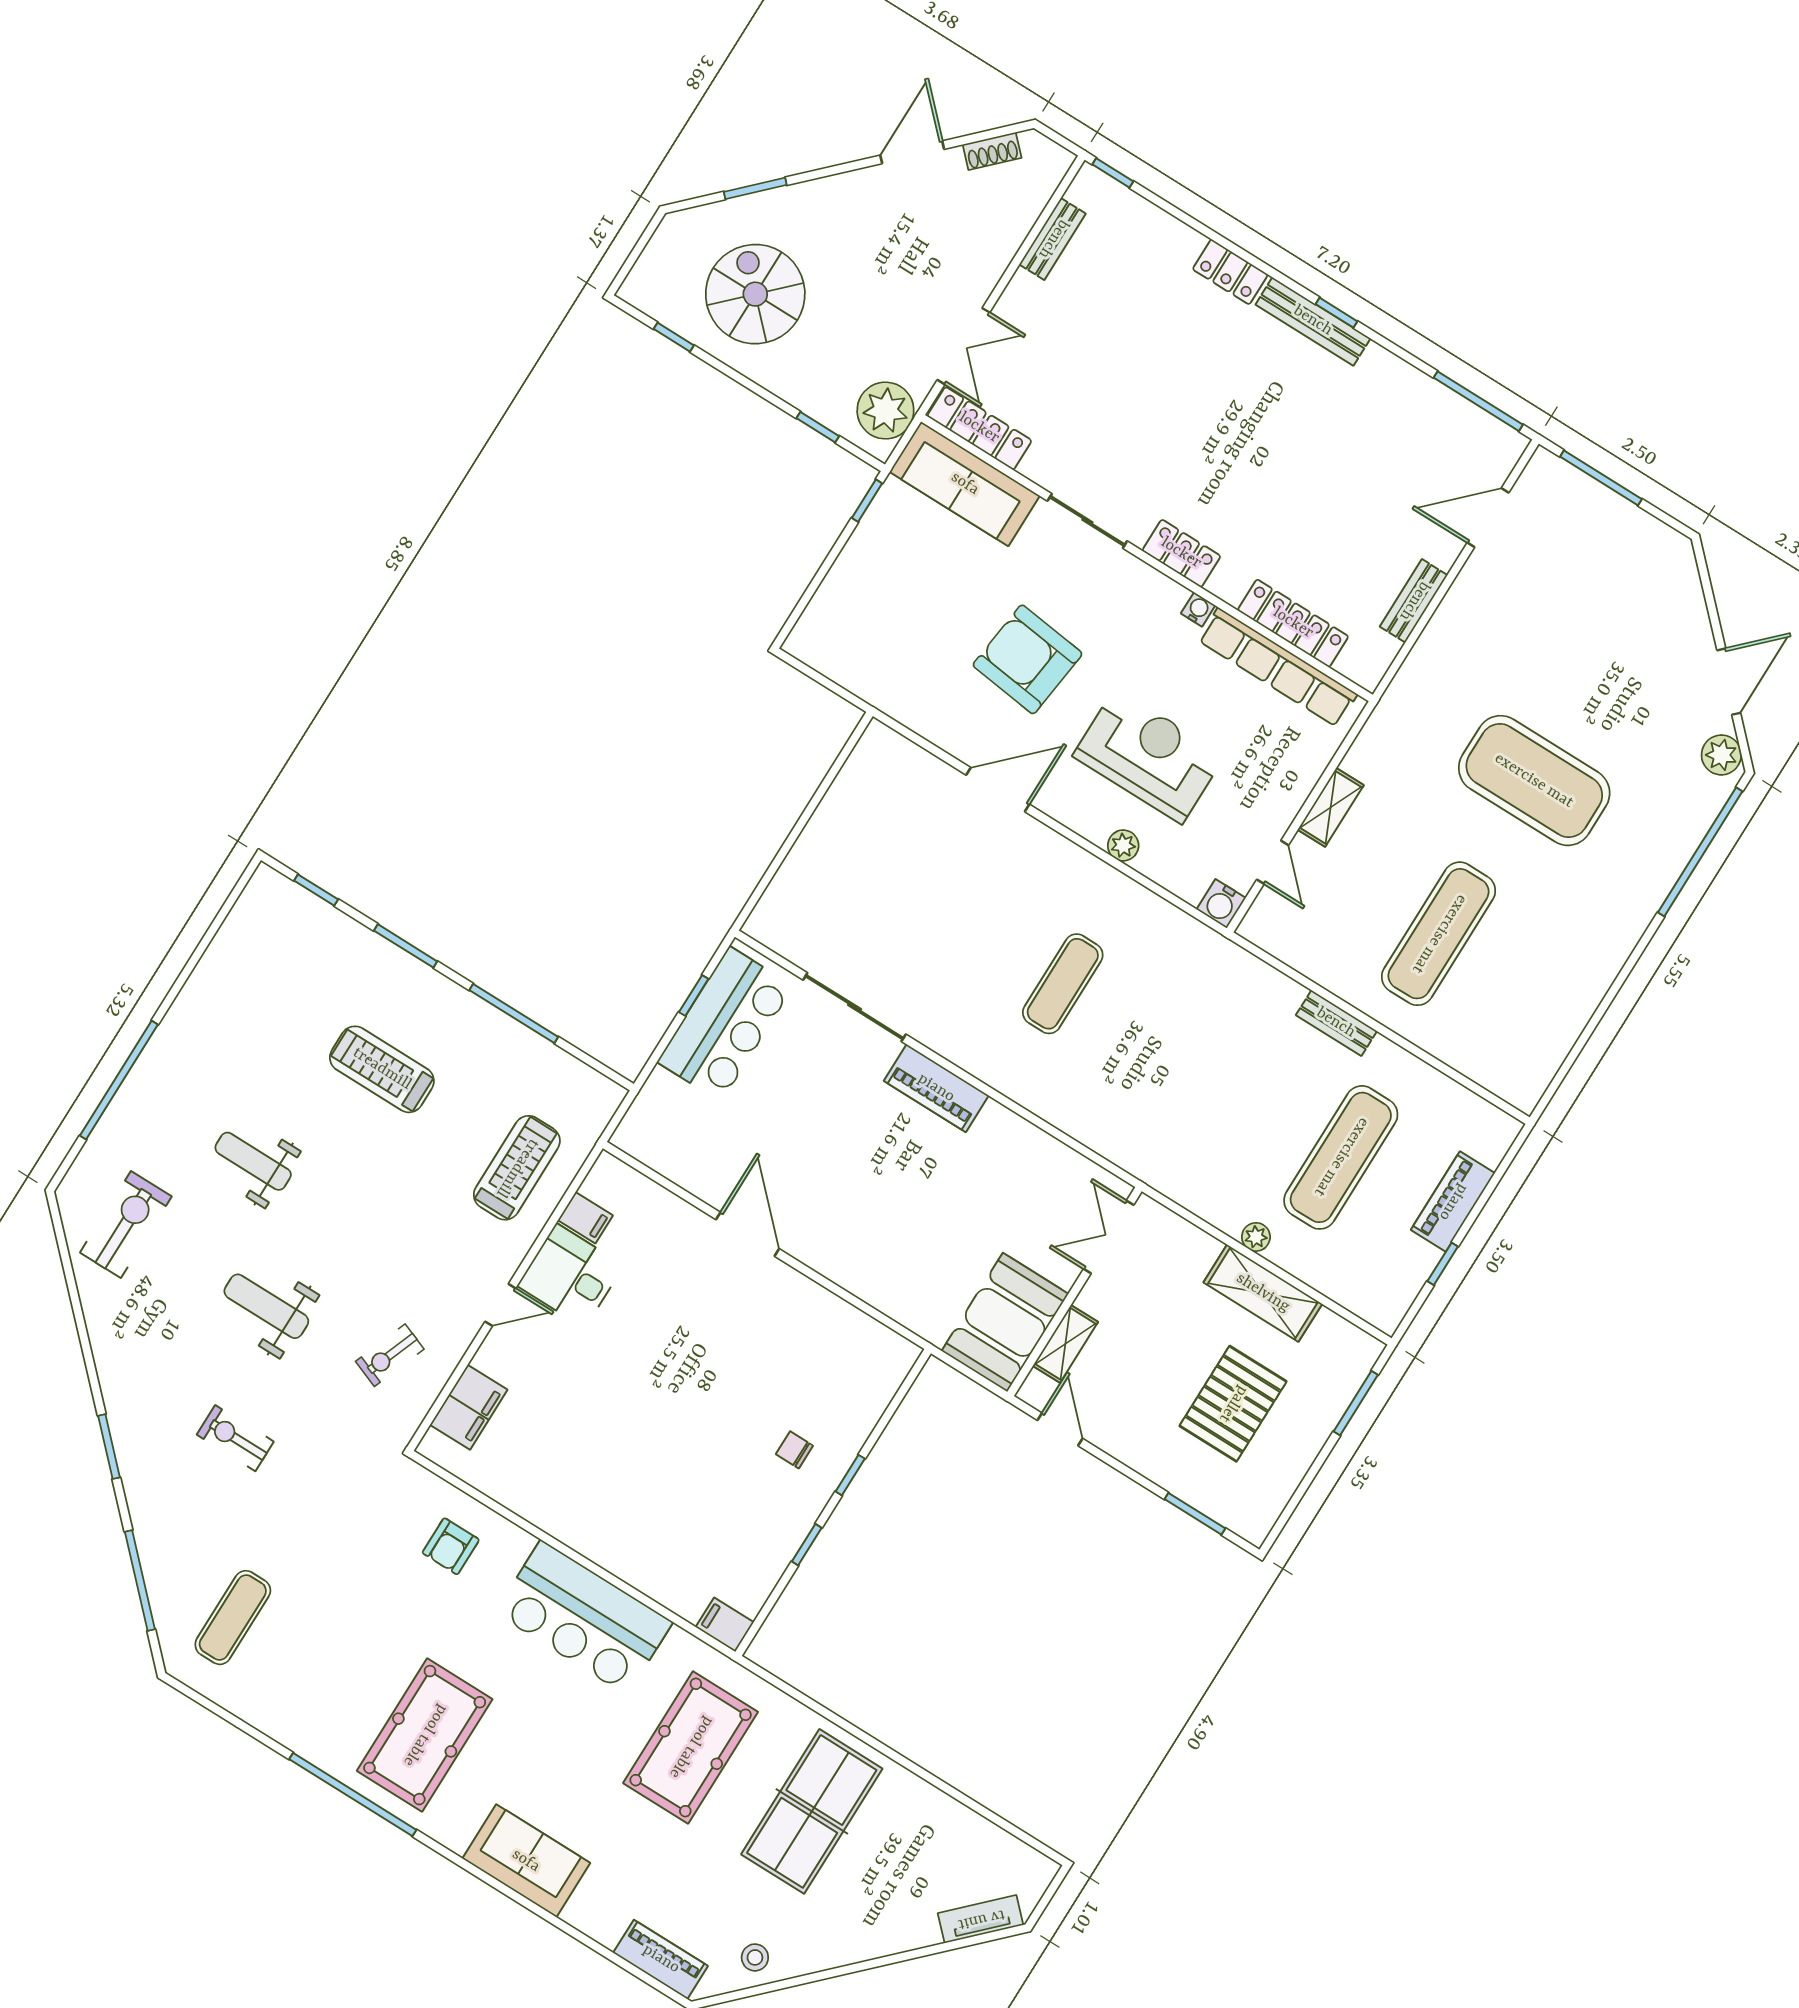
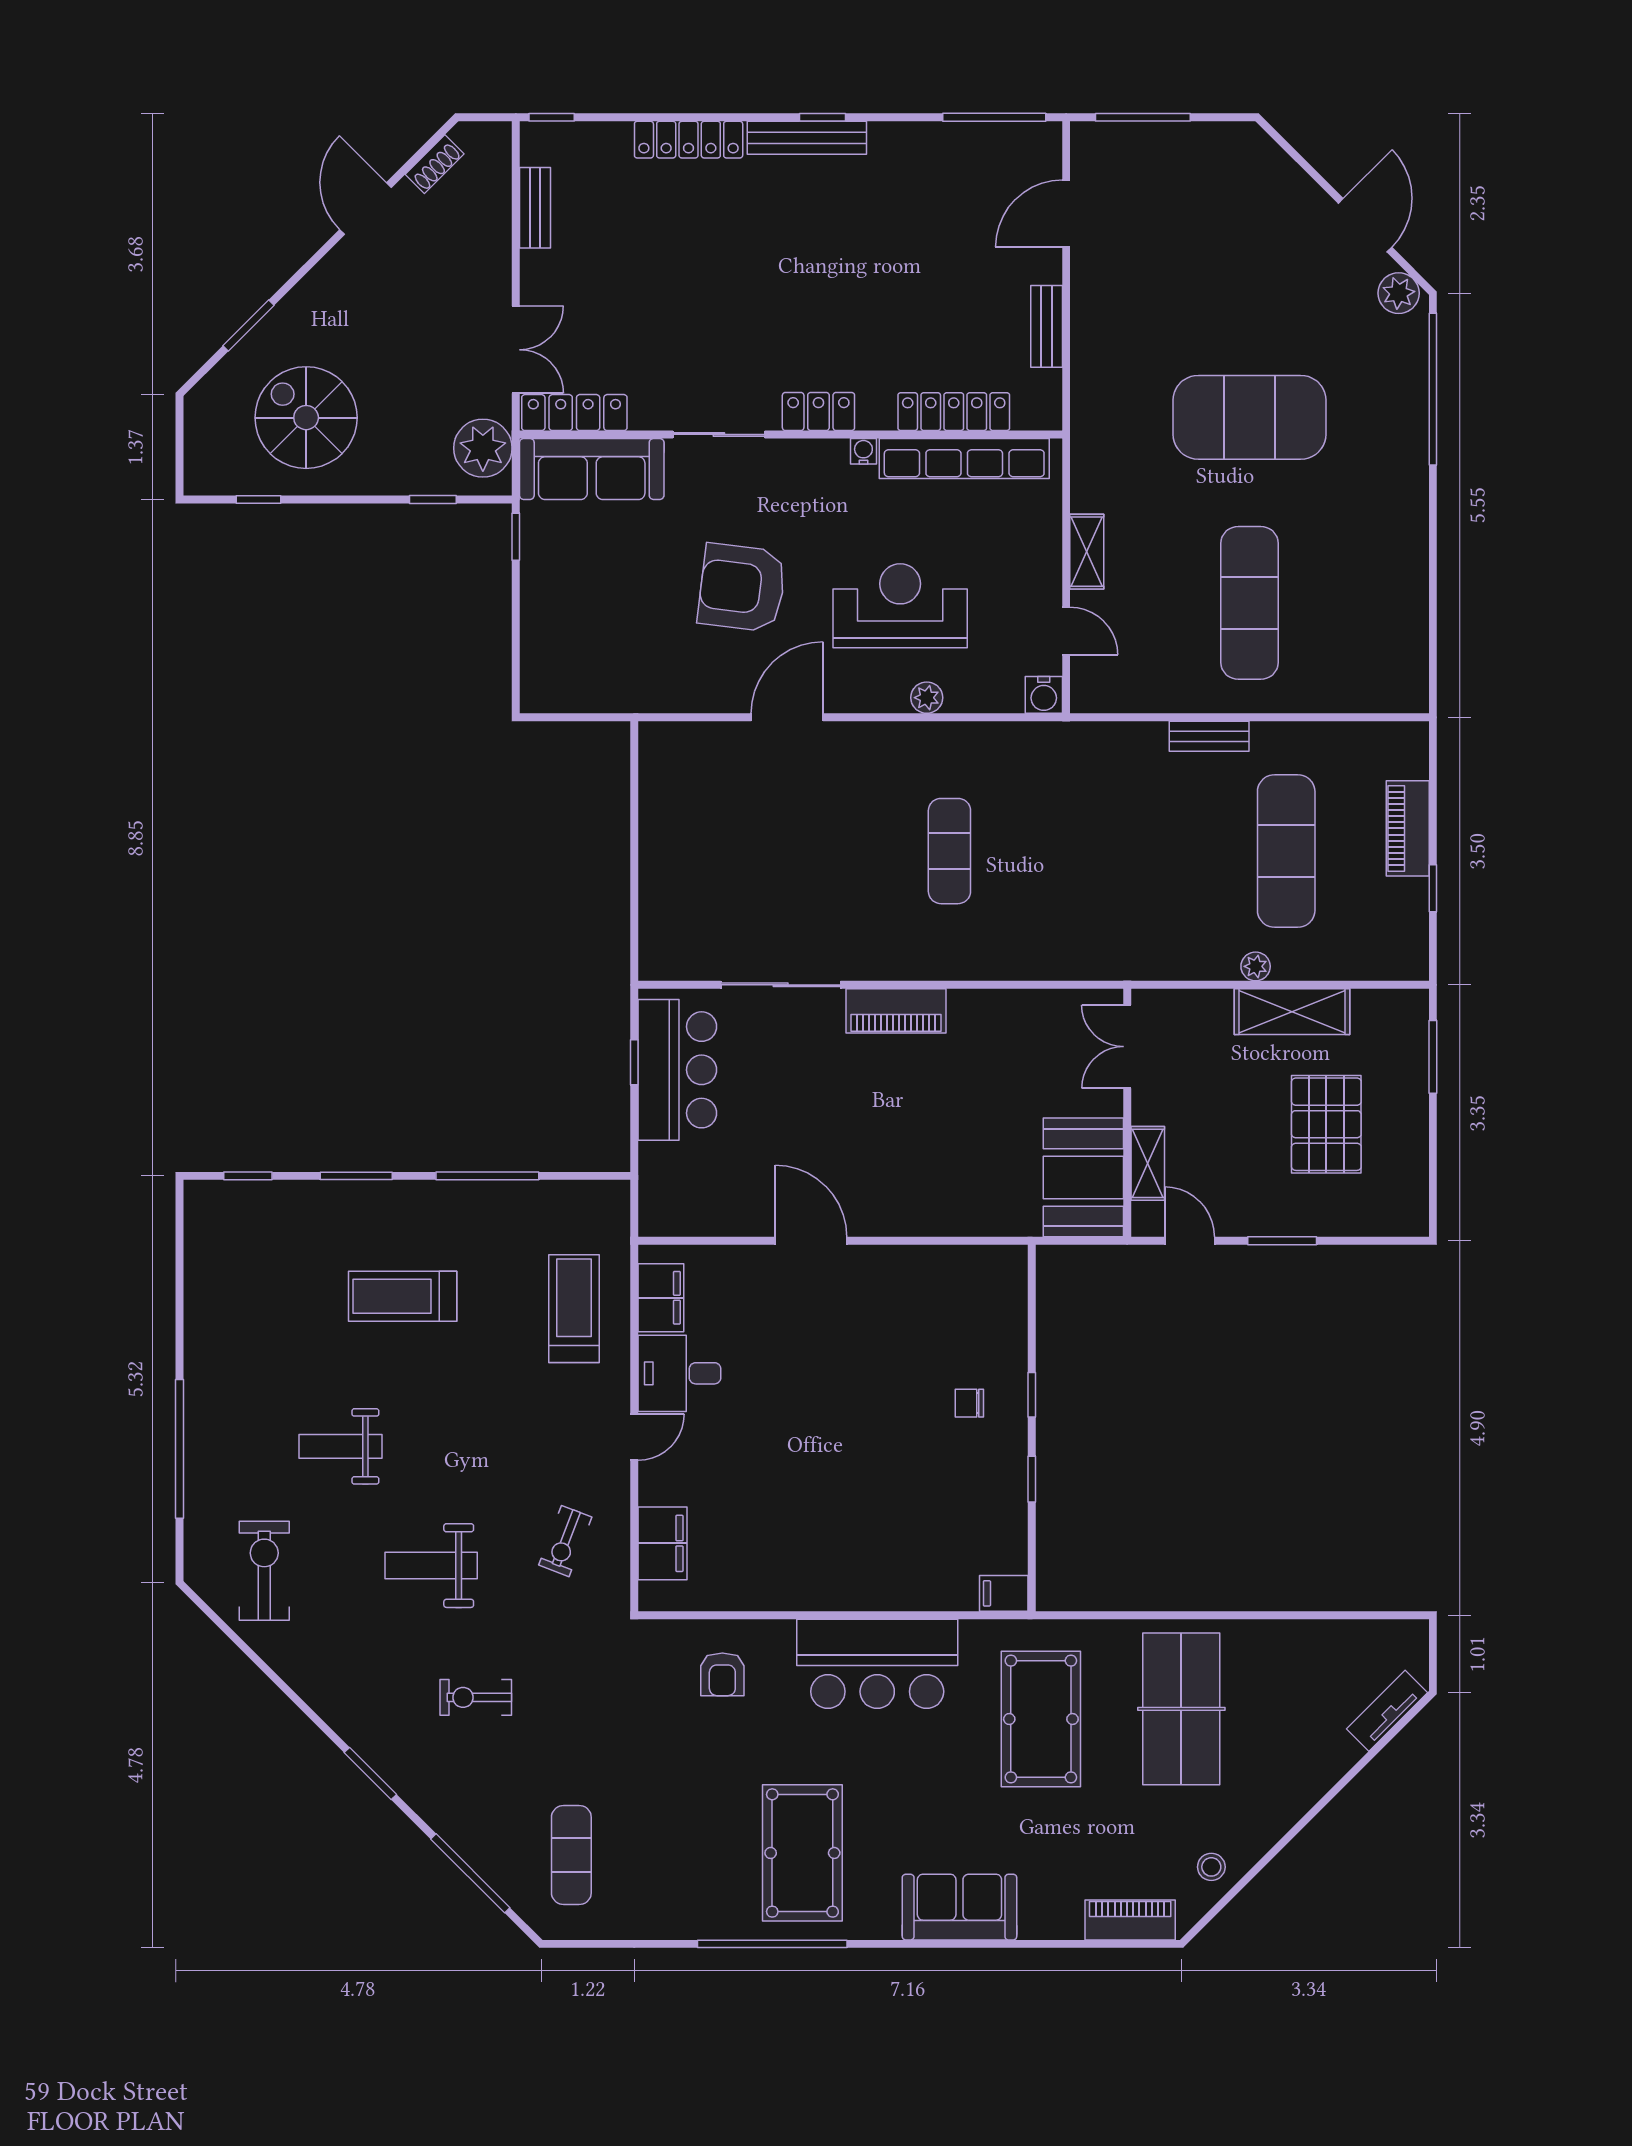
locker: (1230, 272) -> (689, 140), width x1.53
filing cabinet: (585, 1218) -> (661, 1298), width x2.00
window: (1195, 1514) -> (1282, 1241), moved

